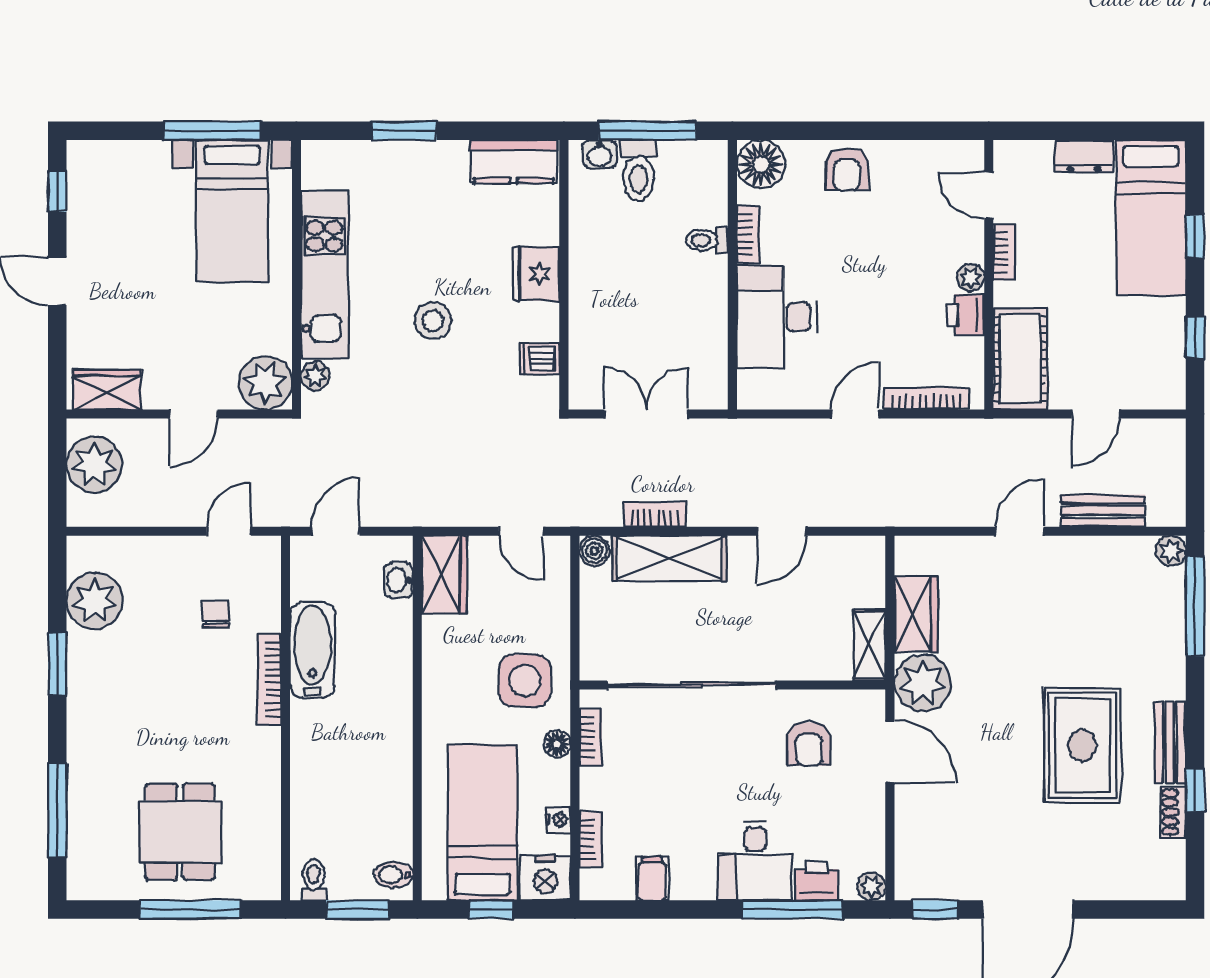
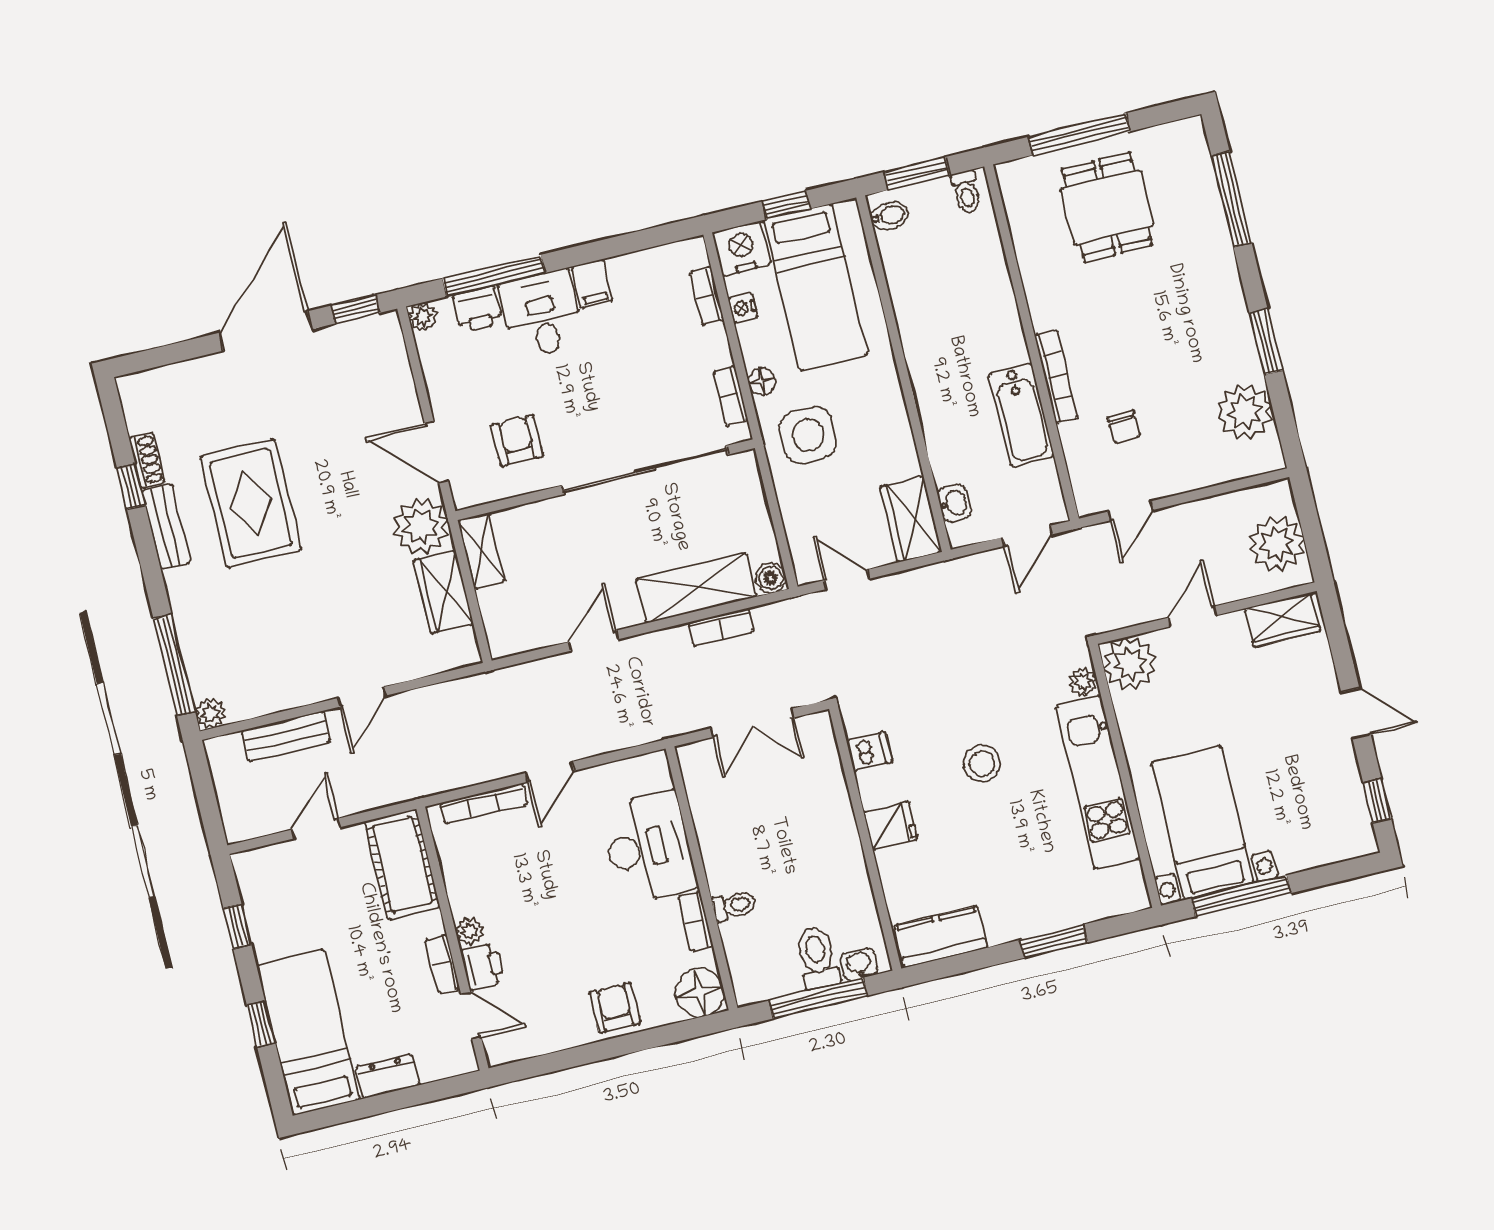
fridge: (536, 274) -> (891, 826), width x0.72
printer: (966, 315) -> (483, 966), moved
filing cabinet: (652, 879) -> (592, 284), moved

